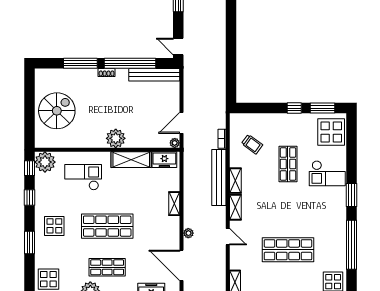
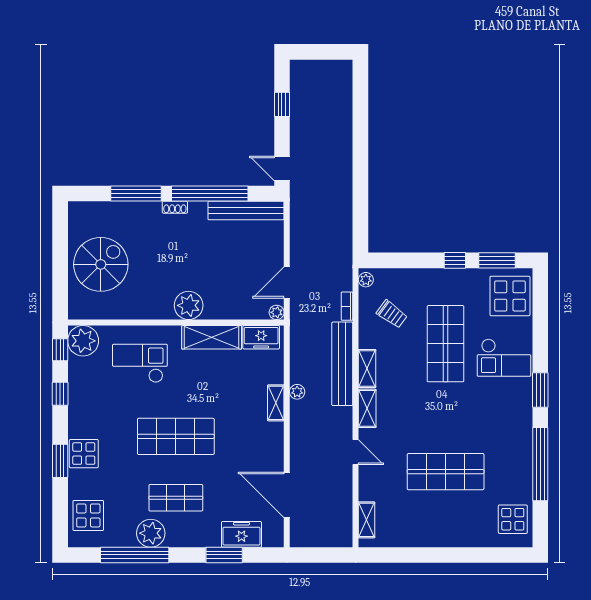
plant: (235, 121) -> (366, 280), added
shop shelf: (288, 164) -> (446, 344), width x1.43, depth x1.36
display table: (54, 226) -> (84, 454), moved
plant: (188, 233) -> (297, 392), moved

